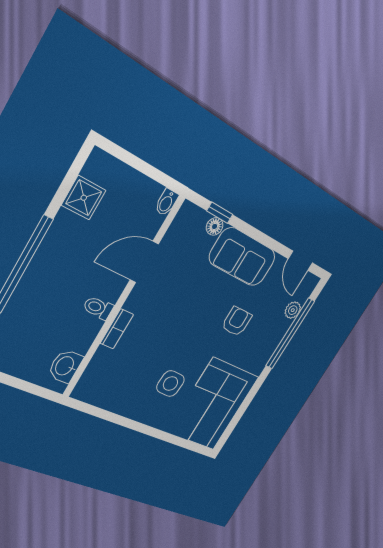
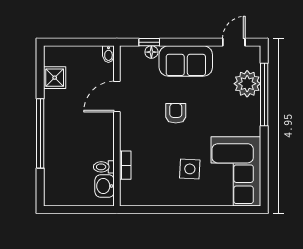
door: (300, 261) -> (234, 42), swing flipped
toilet: (98, 308) -> (104, 167), moved
plant: (293, 310) -> (247, 84), width x1.87, depth x1.87
armchair: (237, 321) -> (176, 113), moved
bookcase: (117, 329) -> (125, 165), moved

